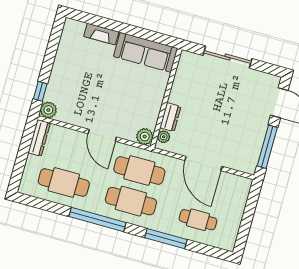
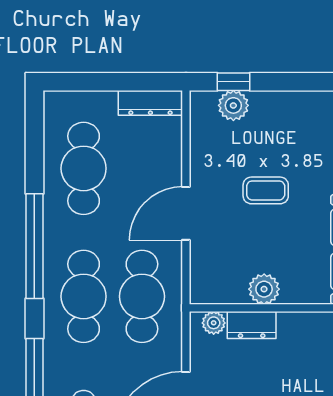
coffee table: (102, 90) -> (266, 190), added
plant: (48, 110) -> (233, 105), moved
plant: (145, 137) -> (264, 289), moved

